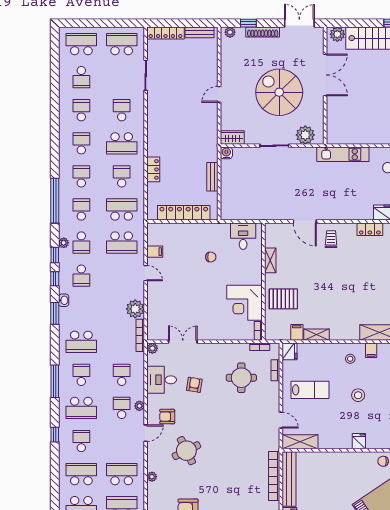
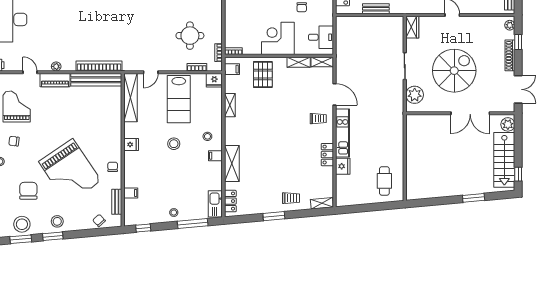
water cooler: (226, 153) -> (398, 22), removed
kitchen unit: (343, 154) -> (343, 133), moved, turned 180
door: (305, 221) -> (335, 94), swing flipped
shelving: (270, 235) -> (322, 62), added
corner desk: (244, 303) -> (278, 38), moved
filing cabinet: (297, 332) -> (232, 69), moved
lab bench: (310, 390) -> (179, 99), width x1.36, depth x1.39
shelving: (300, 442) -> (131, 98), width x1.47

